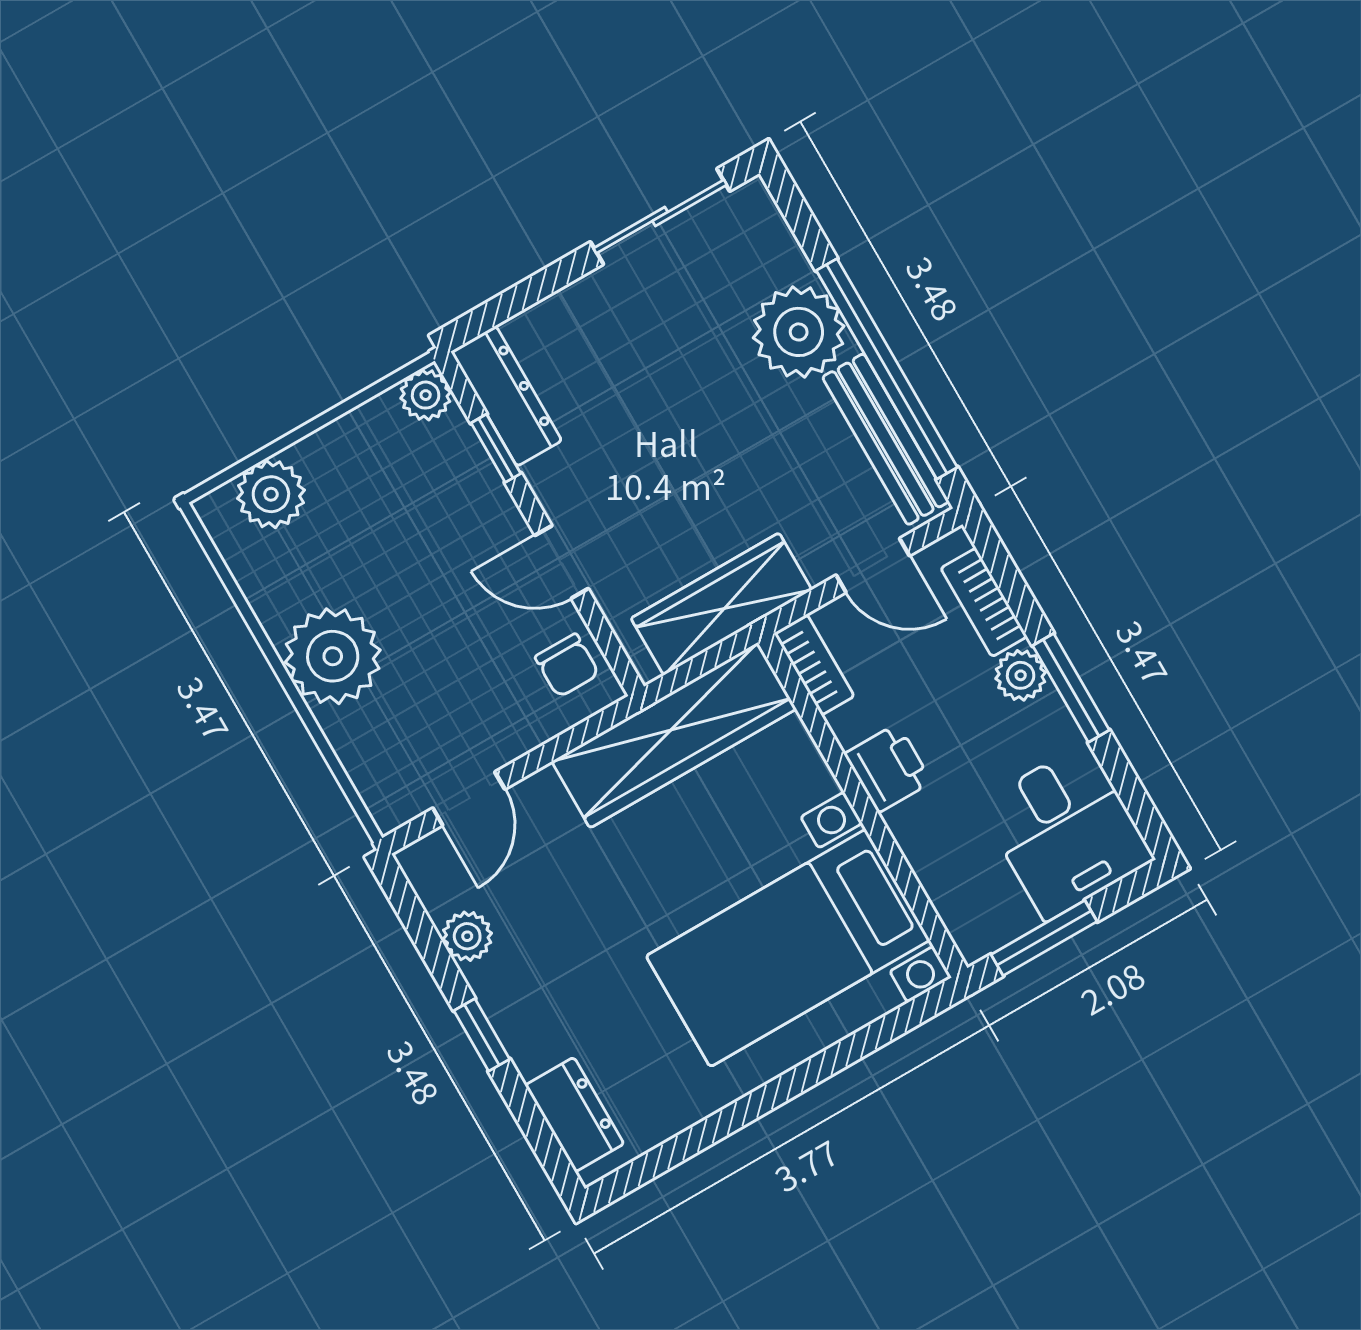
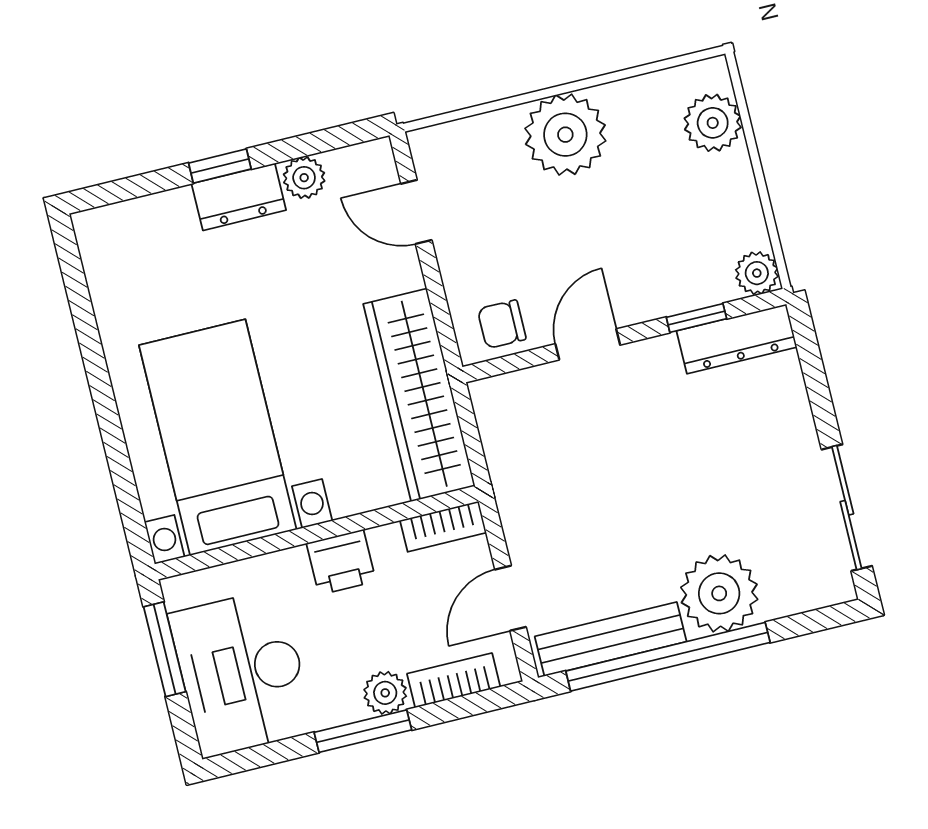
wardrobe: (721, 604) -> (515, 465), removed
desk: (1066, 832) -> (242, 673), width x1.37
dresser: (574, 1115) -> (239, 197), moved

